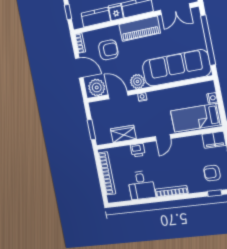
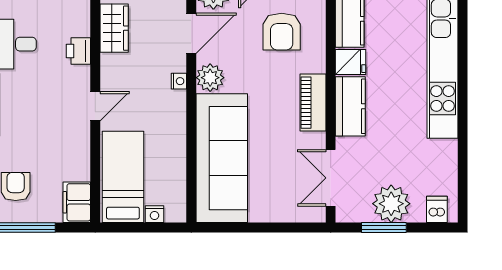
piano: (140, 29) -> (313, 103), width x0.73, depth x0.75
window: (208, 40) -> (261, 227), removed
door: (163, 138) -> (95, 106), swing flipped

